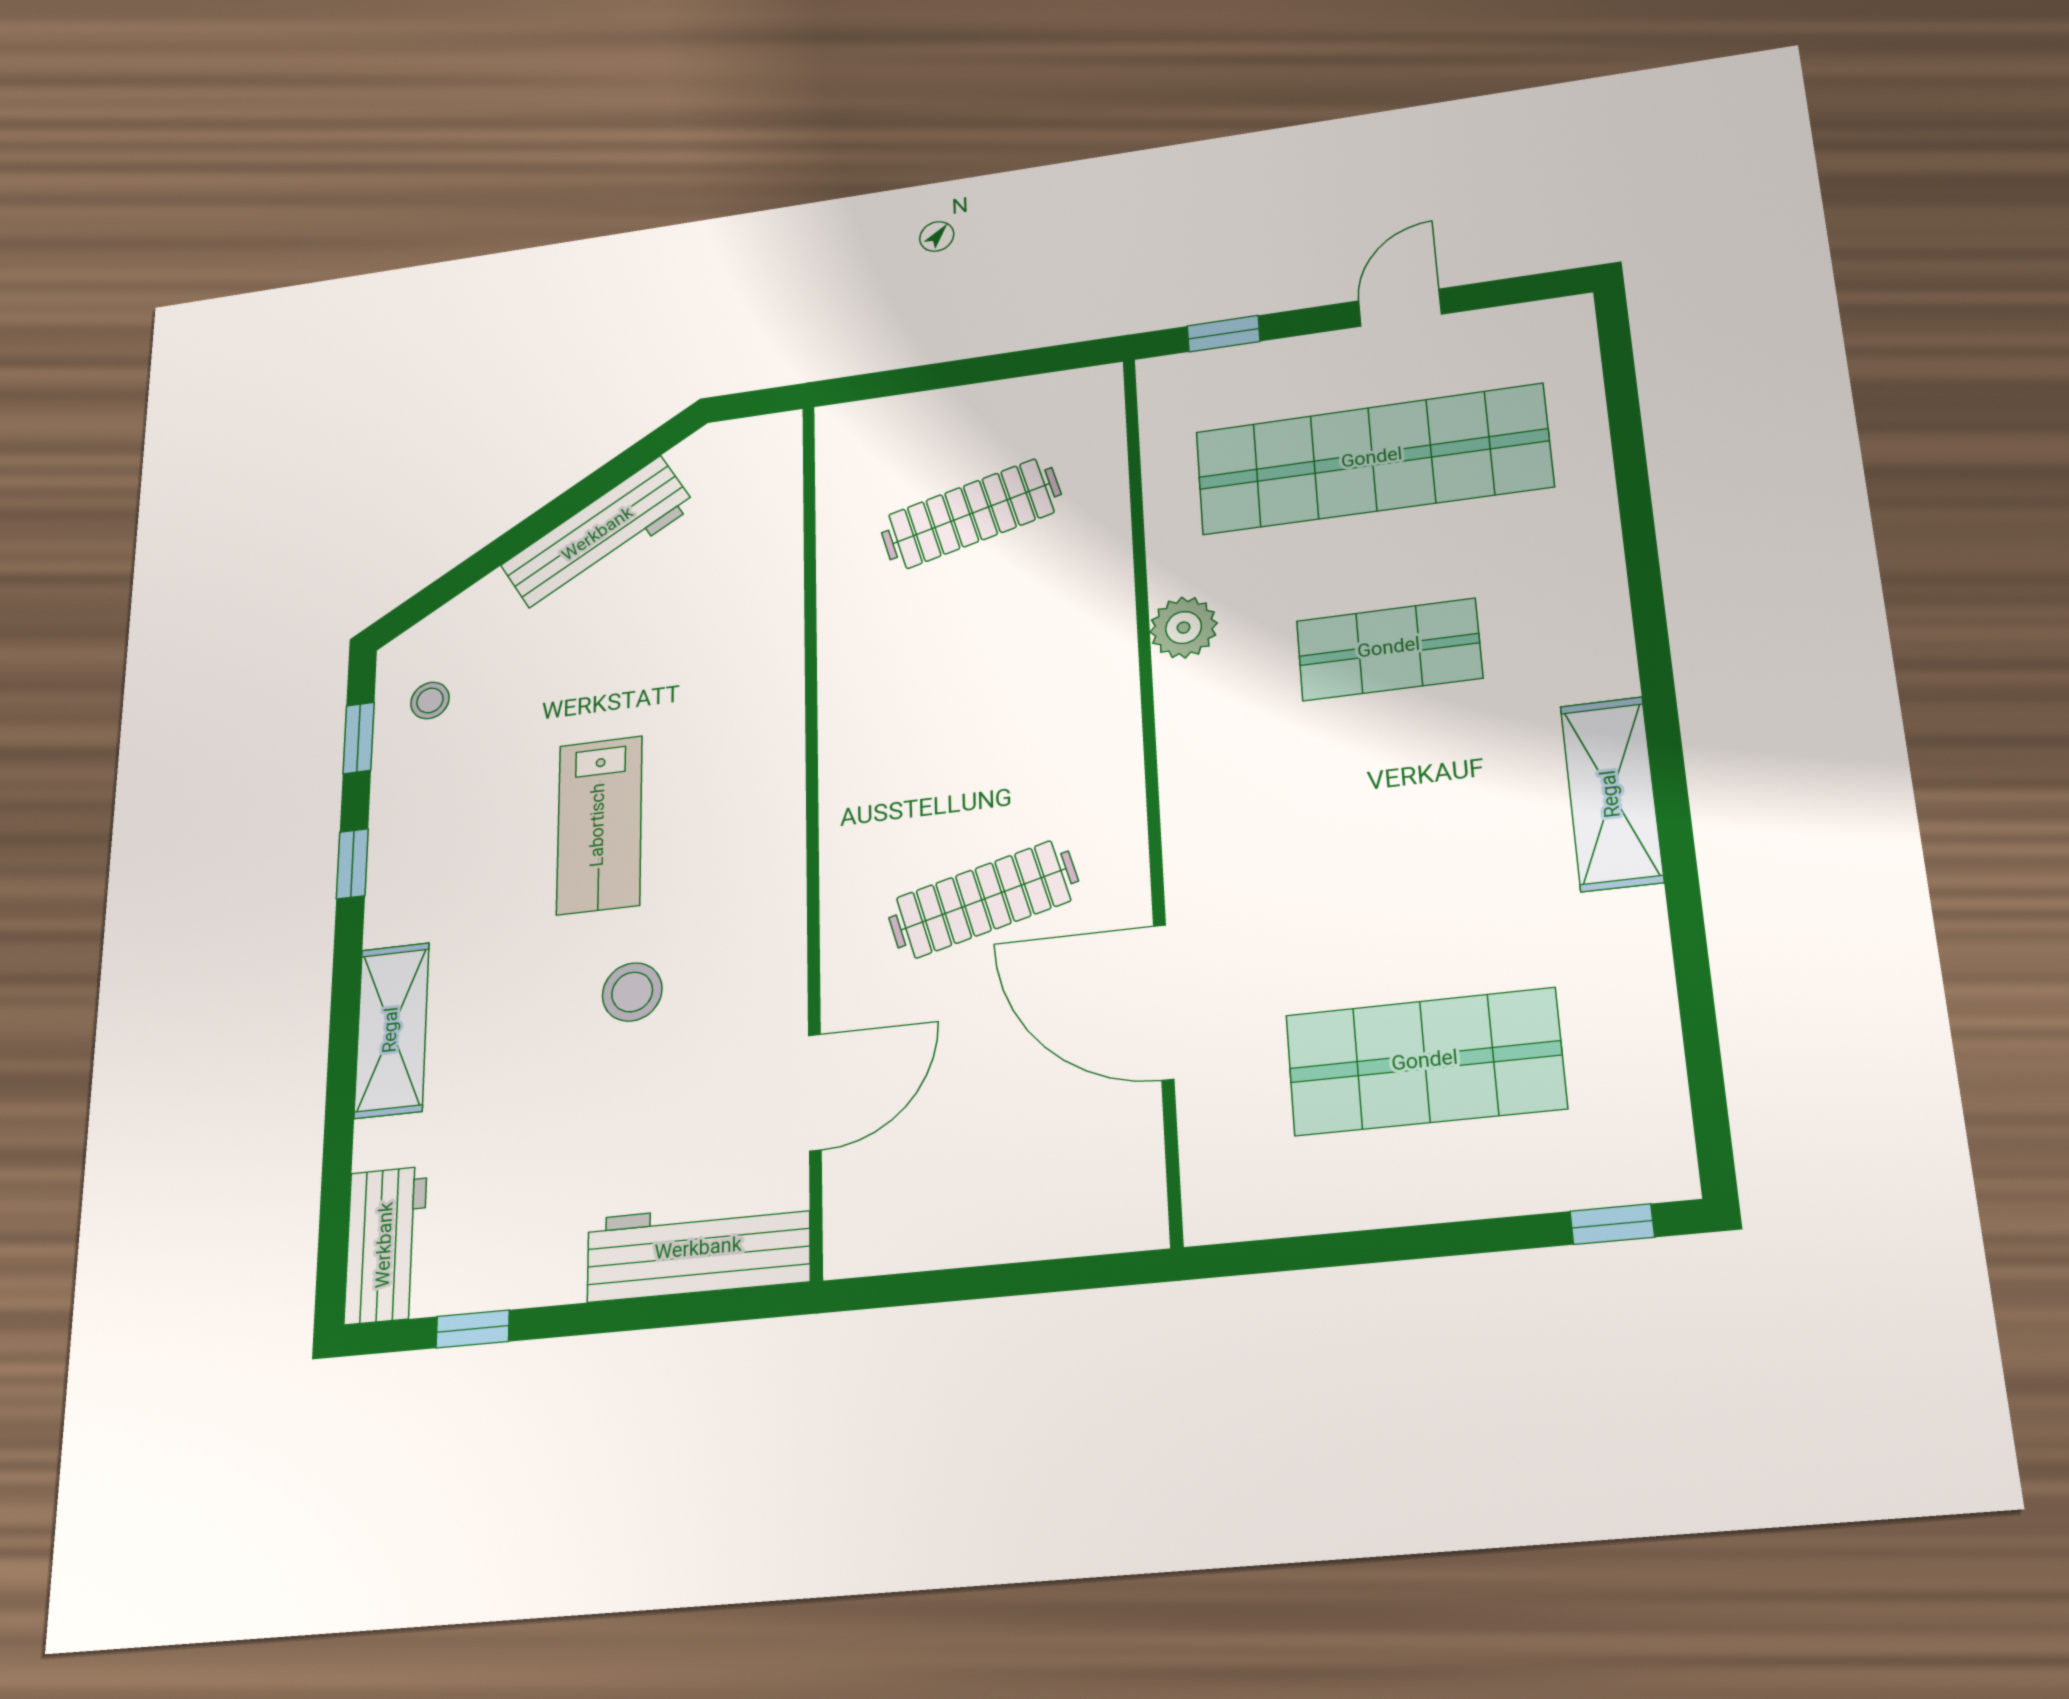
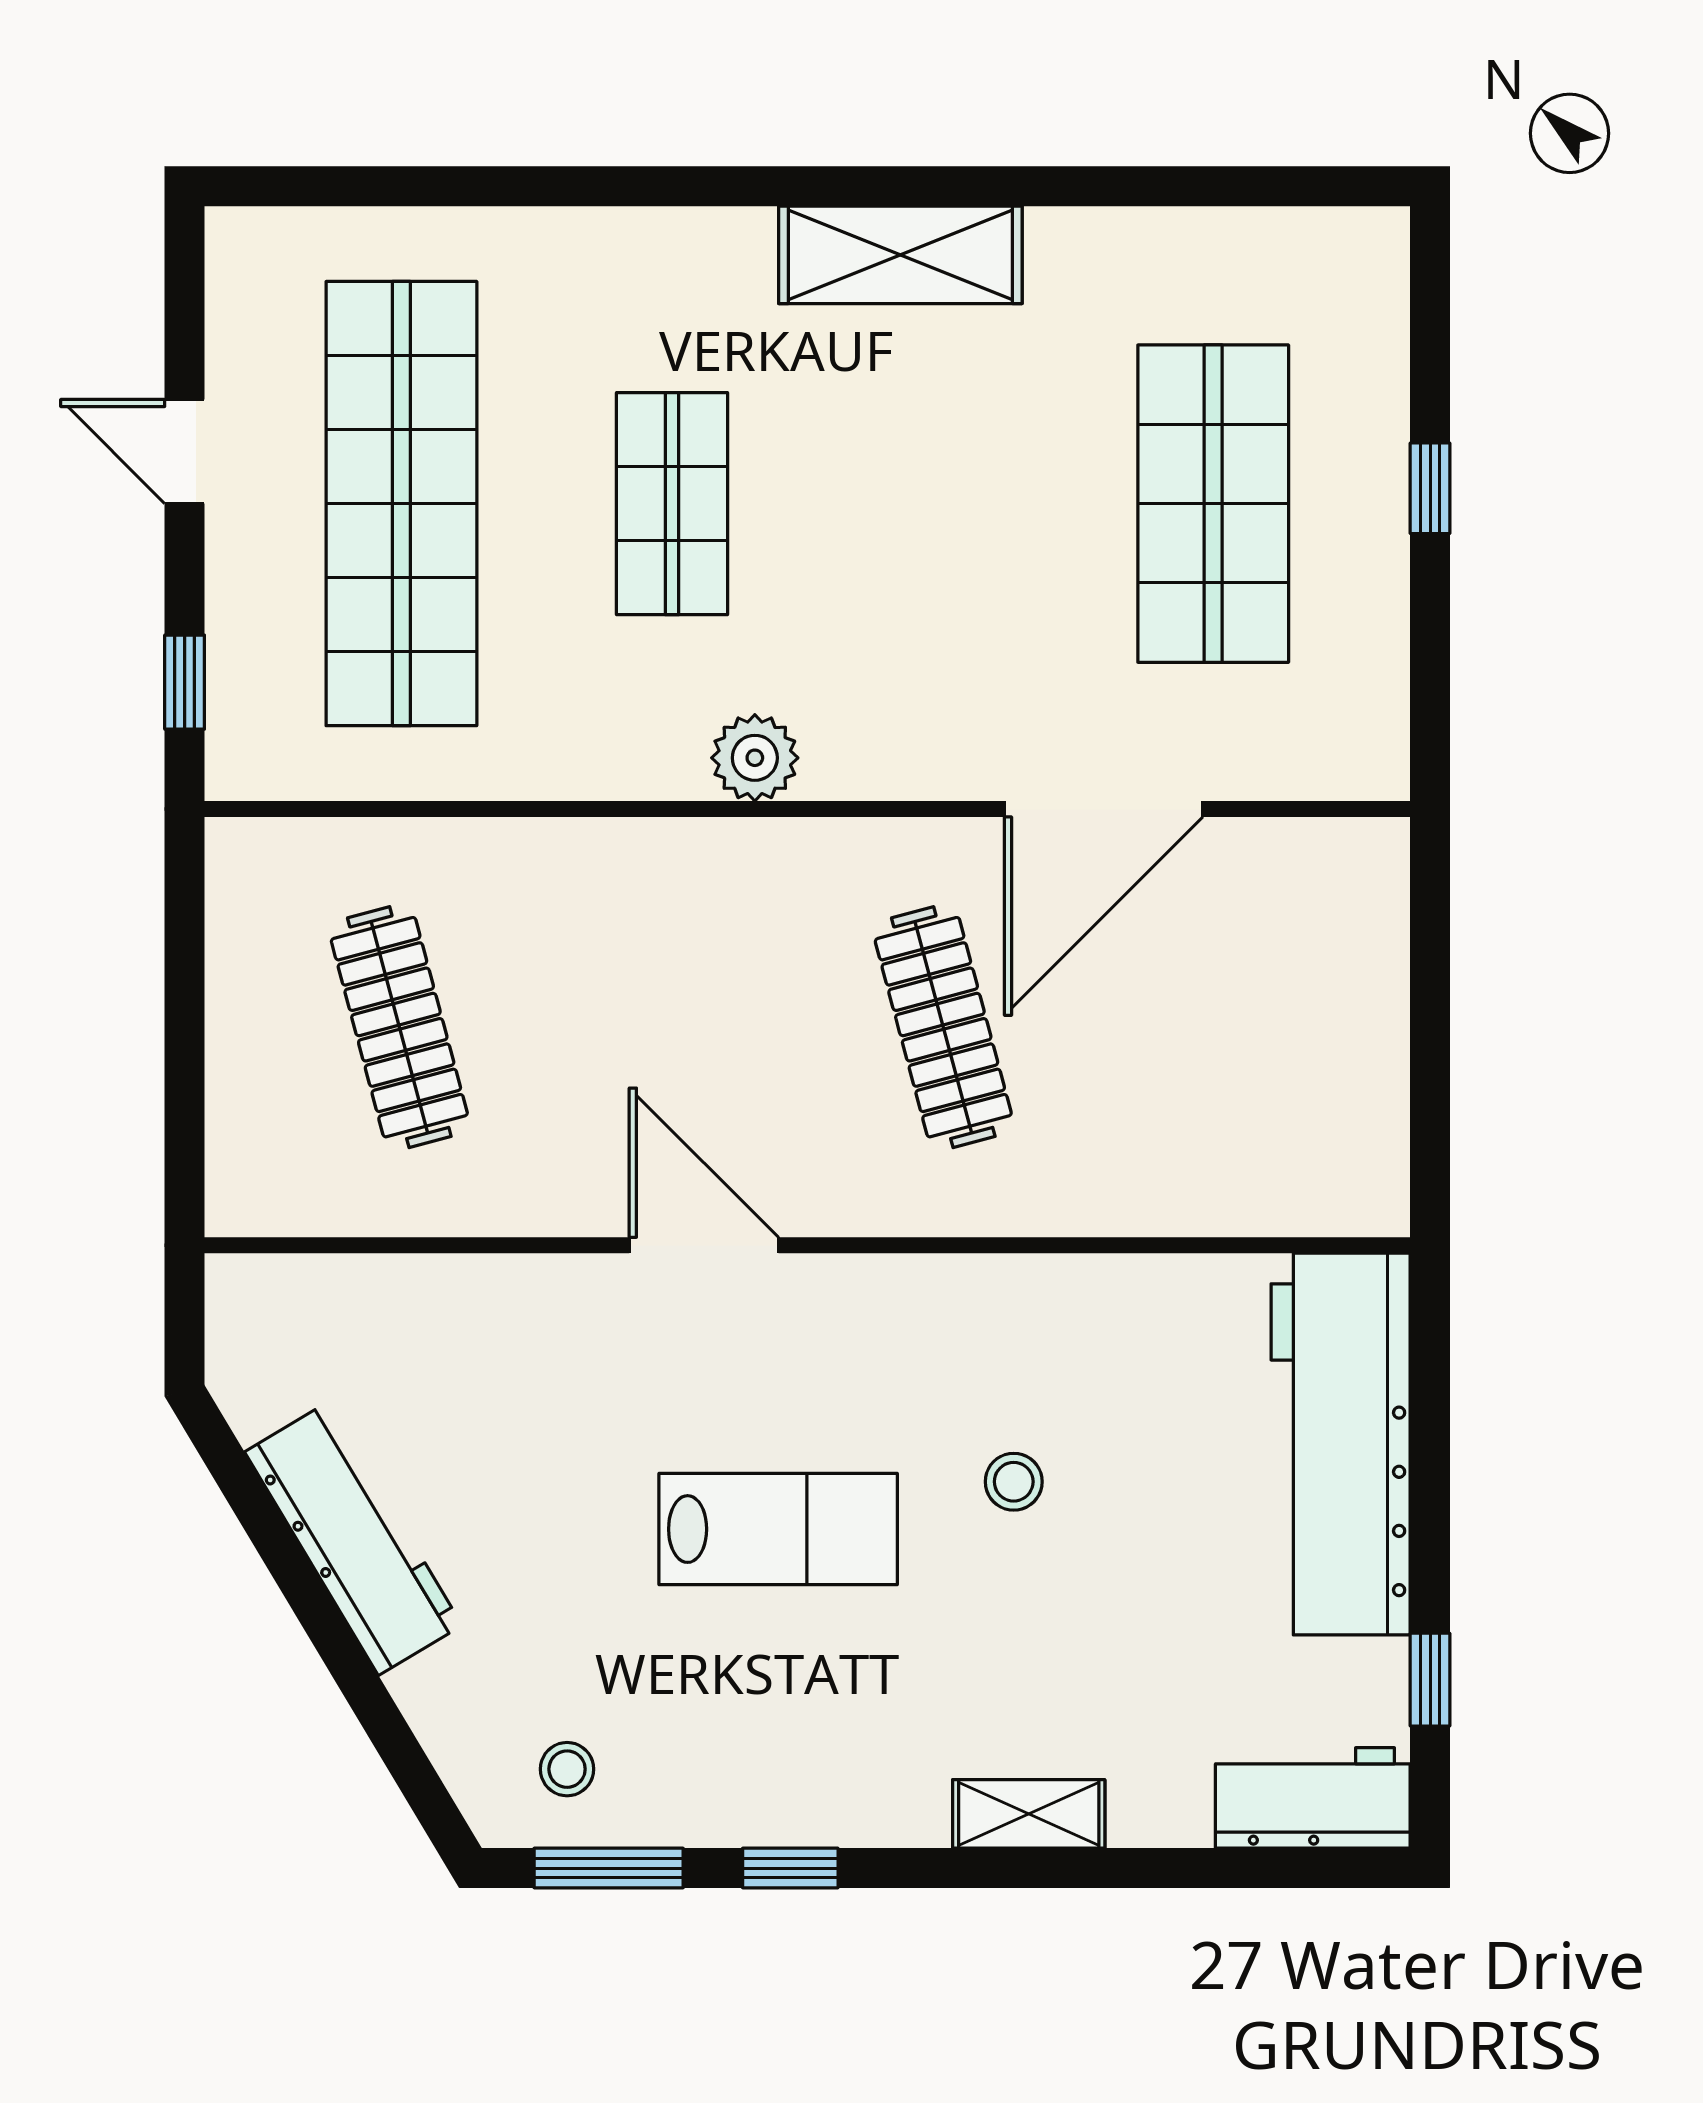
plant: (1184, 628) -> (755, 758), moved
window: (359, 738) -> (609, 1868), width x1.50
stool: (632, 992) -> (1014, 1482), width x0.73, depth x0.73
shelving: (392, 1030) -> (1029, 1814), width x0.67, depth x0.75
door: (815, 1092) -> (704, 1245), moved
window: (1612, 1224) -> (1430, 488), moved
workbench: (698, 1250) -> (1341, 1444), width x1.36, depth x1.32

